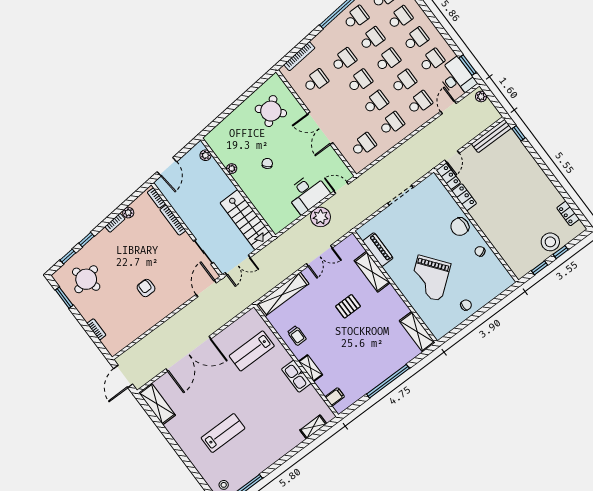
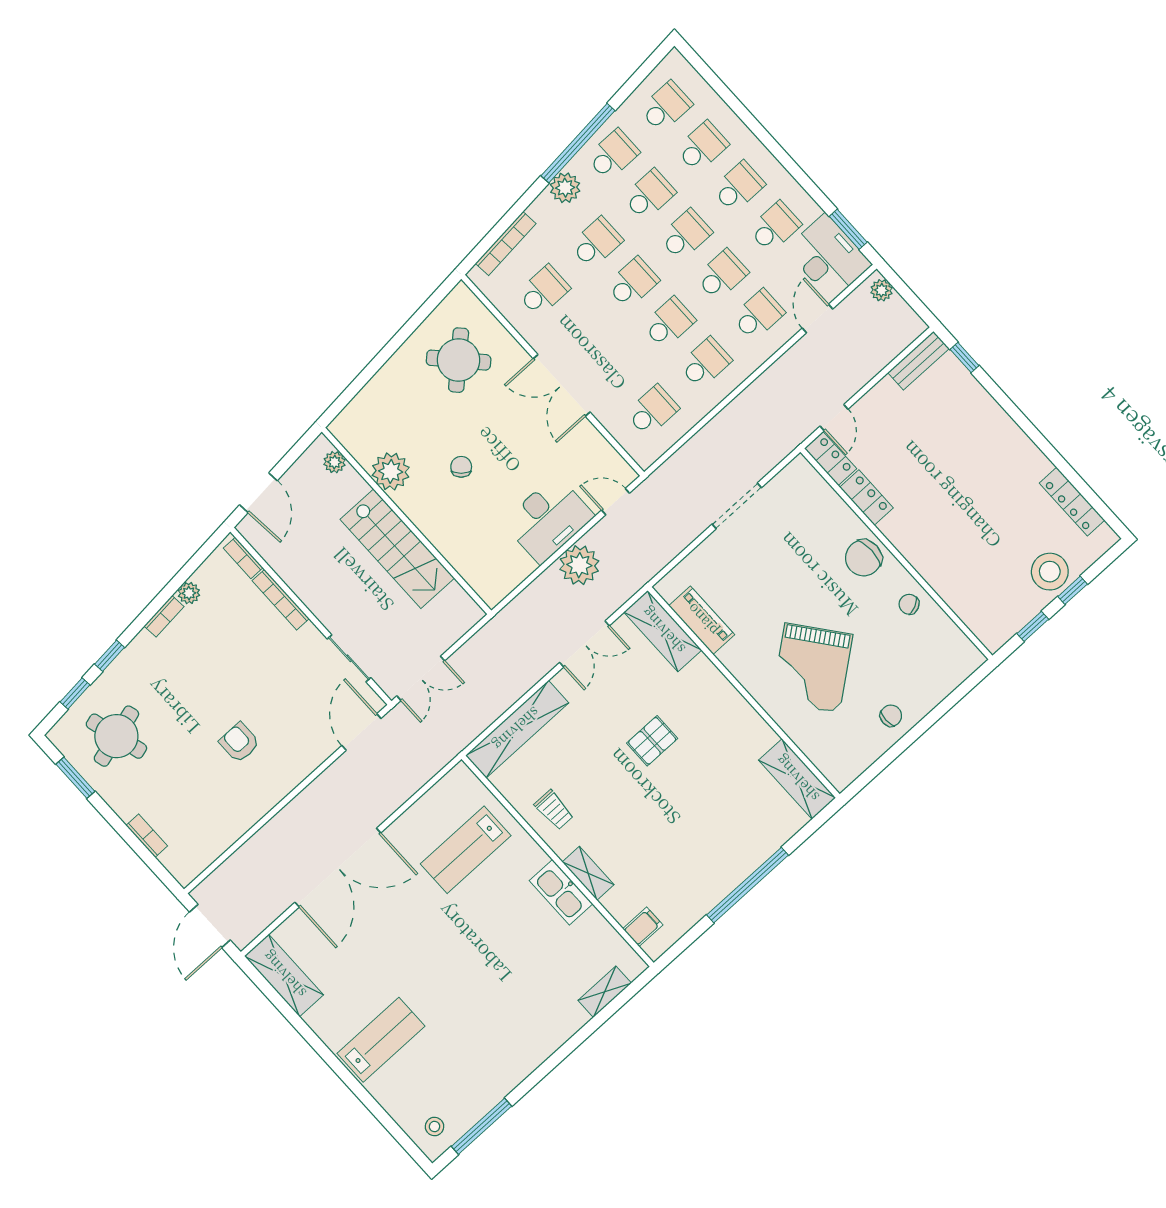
plant: (331, 32) -> (565, 188), added
bench: (491, 136) -> (918, 361), width x0.73
plant: (232, 169) -> (391, 471), width x1.87, depth x1.87
locker: (568, 214) -> (1072, 502), width x1.53
stairs: (247, 220) -> (397, 549), moved
shelving: (372, 272) -> (663, 631), moved
lab bench: (223, 433) -> (381, 1040), moved

